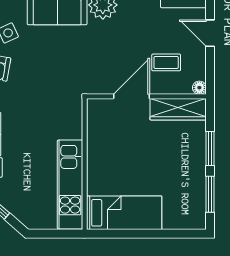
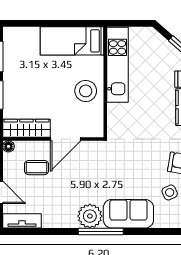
stool: (108, 153) -> (86, 91), added

